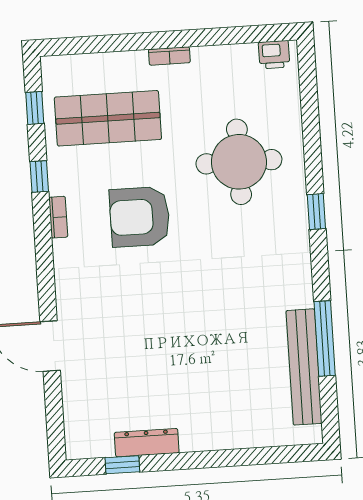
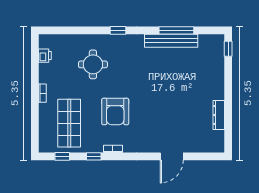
printer: (274, 55) -> (45, 56), moved
round table: (239, 162) -> (93, 64), width x0.73, depth x0.73
bench: (304, 367) -> (171, 41), moved
window: (122, 465) -> (228, 49), moved

